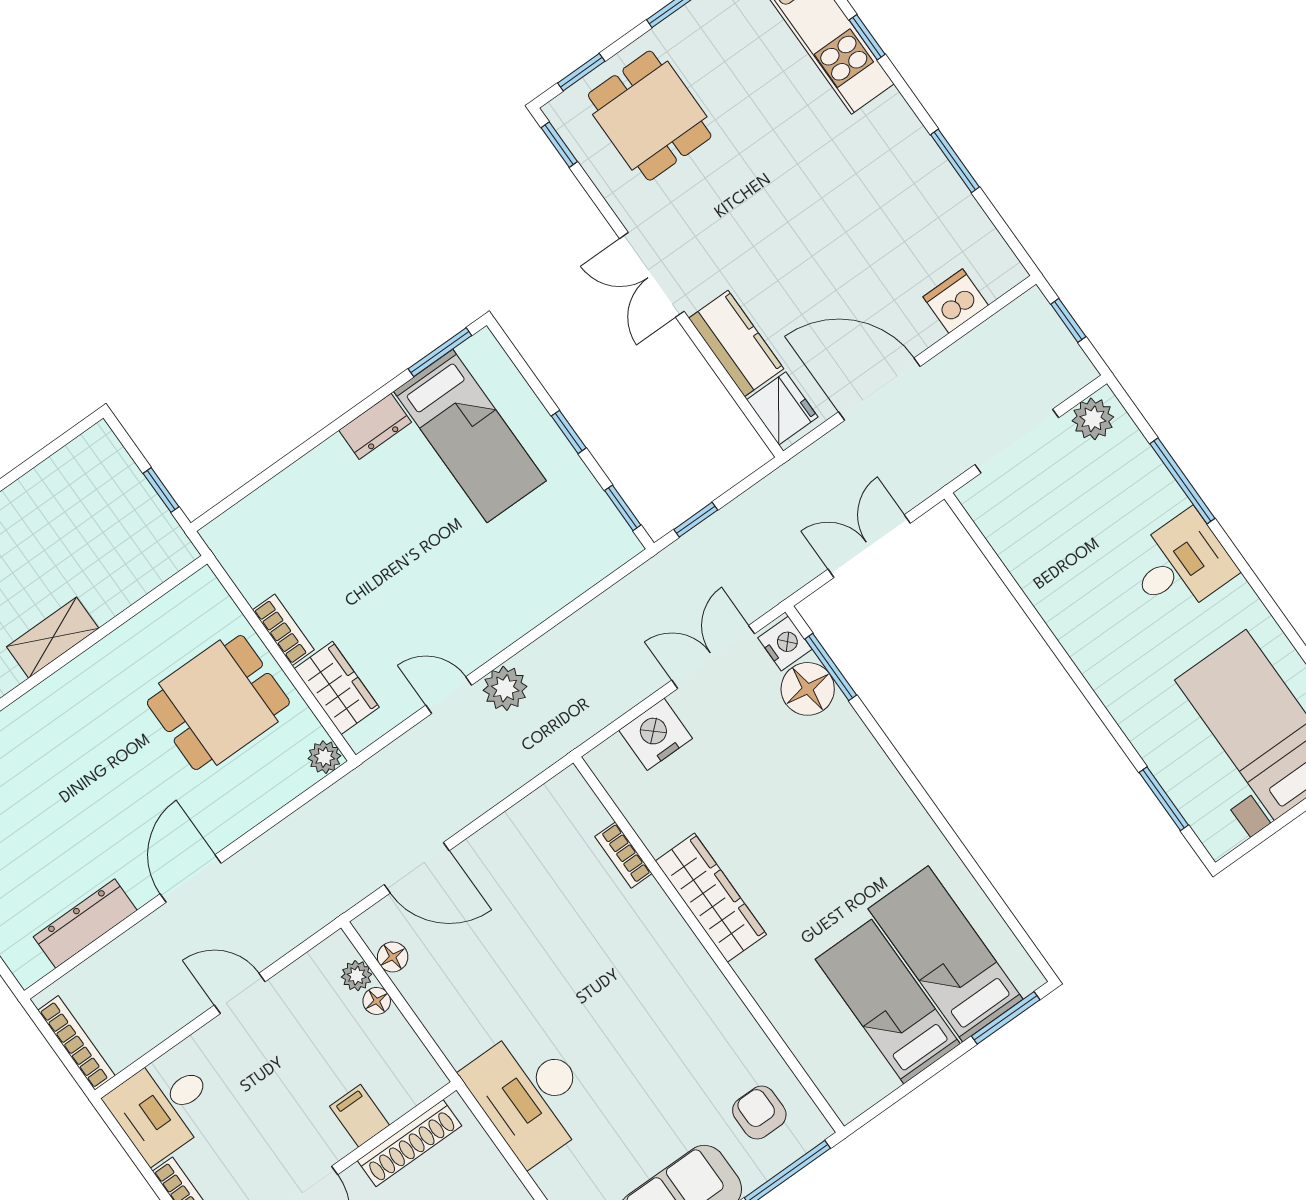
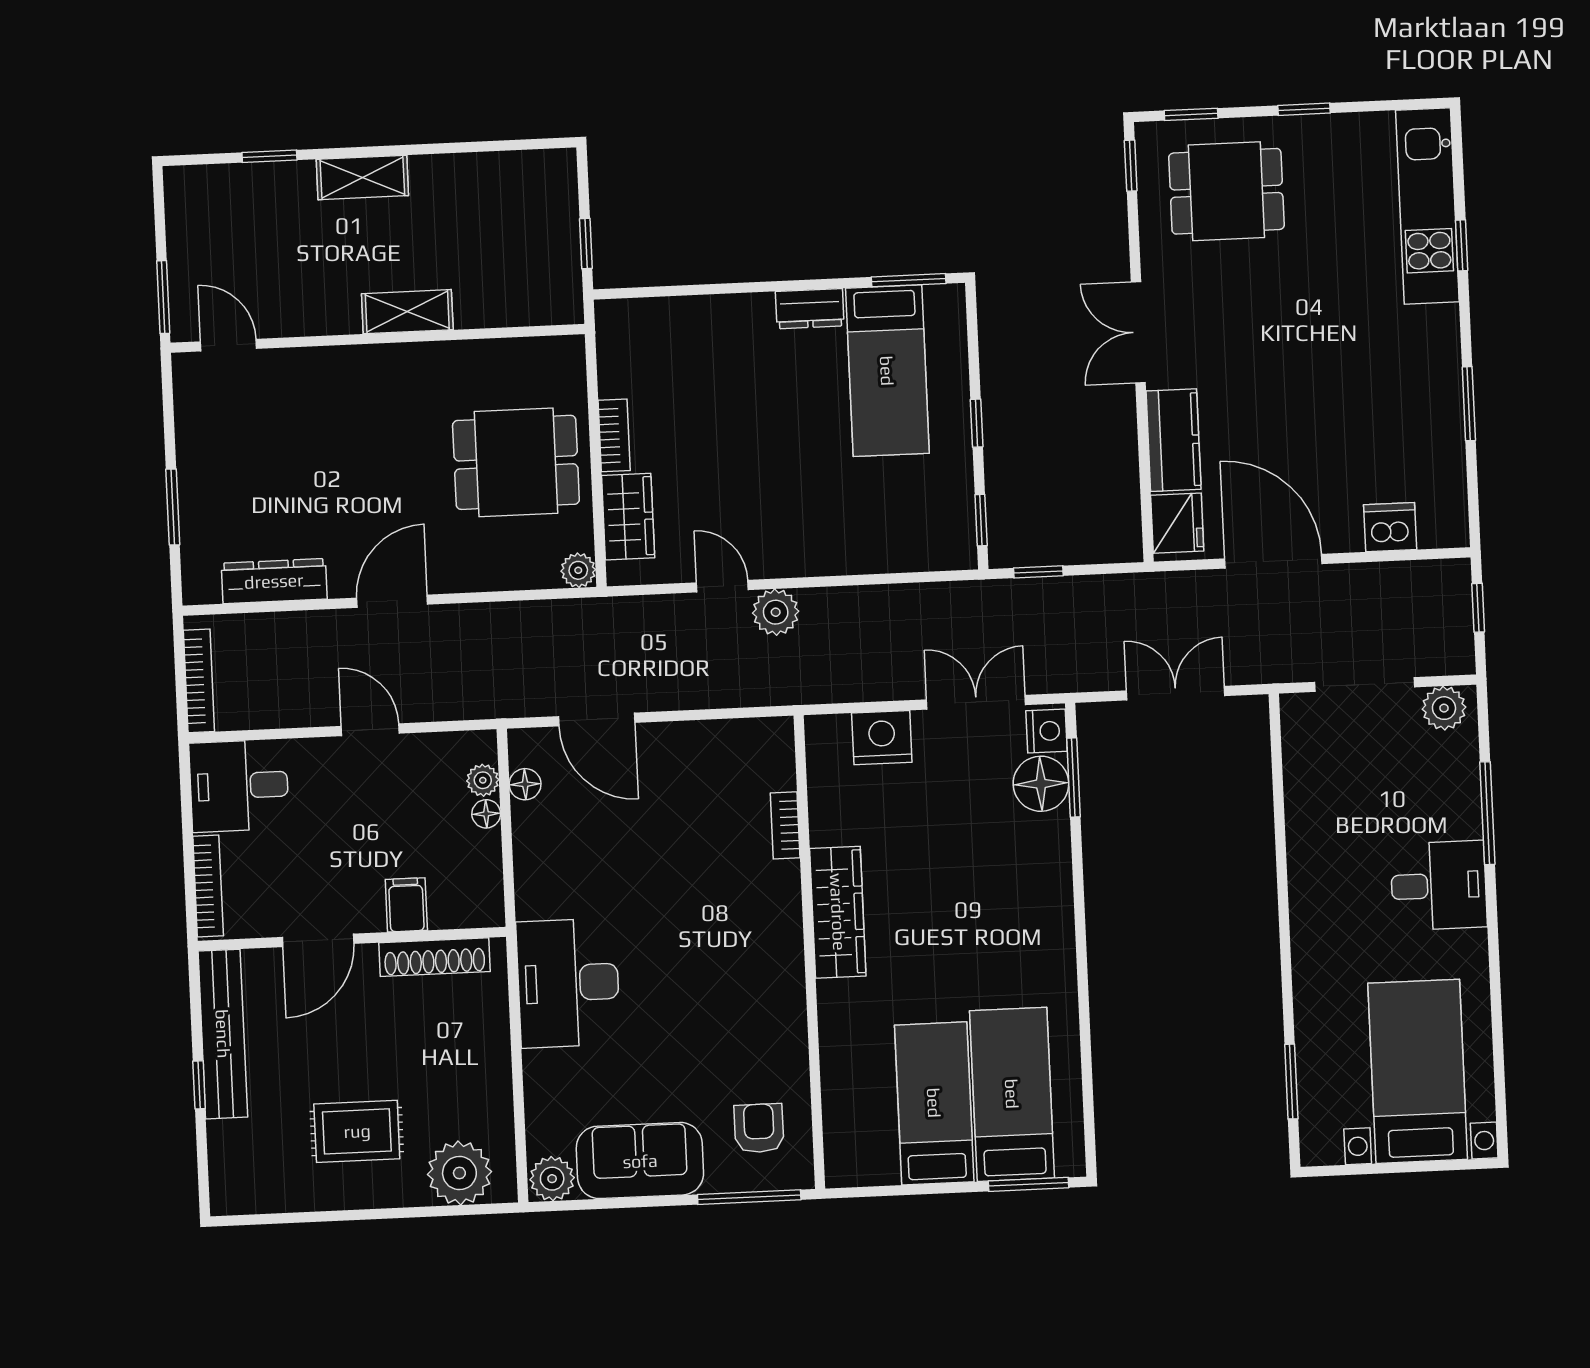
dining table: (650, 116) -> (1226, 191), turned 90

